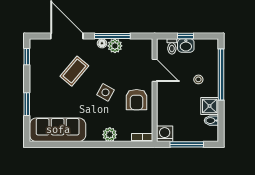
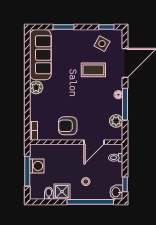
window: (185, 36) -> (125, 184), moved
plant: (115, 46) -> (116, 121), moved
washbasin: (186, 46) -> (116, 192), moved
coffee table: (74, 71) -> (93, 70), turned -40
side table: (106, 92) -> (102, 44), moved
washing machine: (165, 134) -> (37, 166), moved
plant: (110, 135) -> (36, 87), moved

